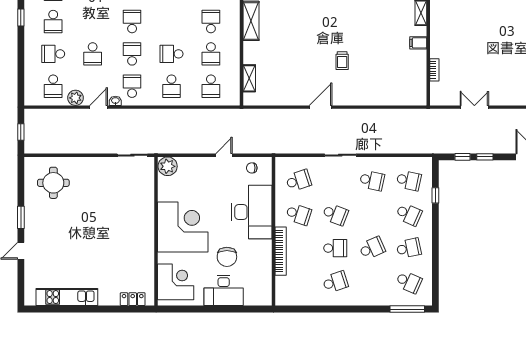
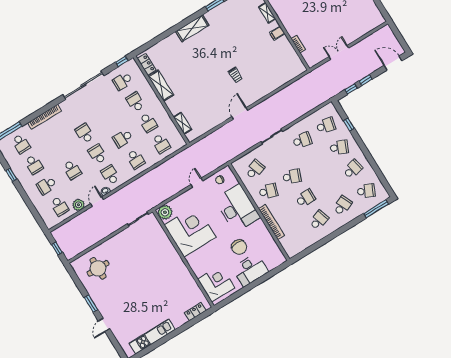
corner desk: (183, 227) -> (190, 231), moved
school desk: (372, 248) -> (342, 205), moved

